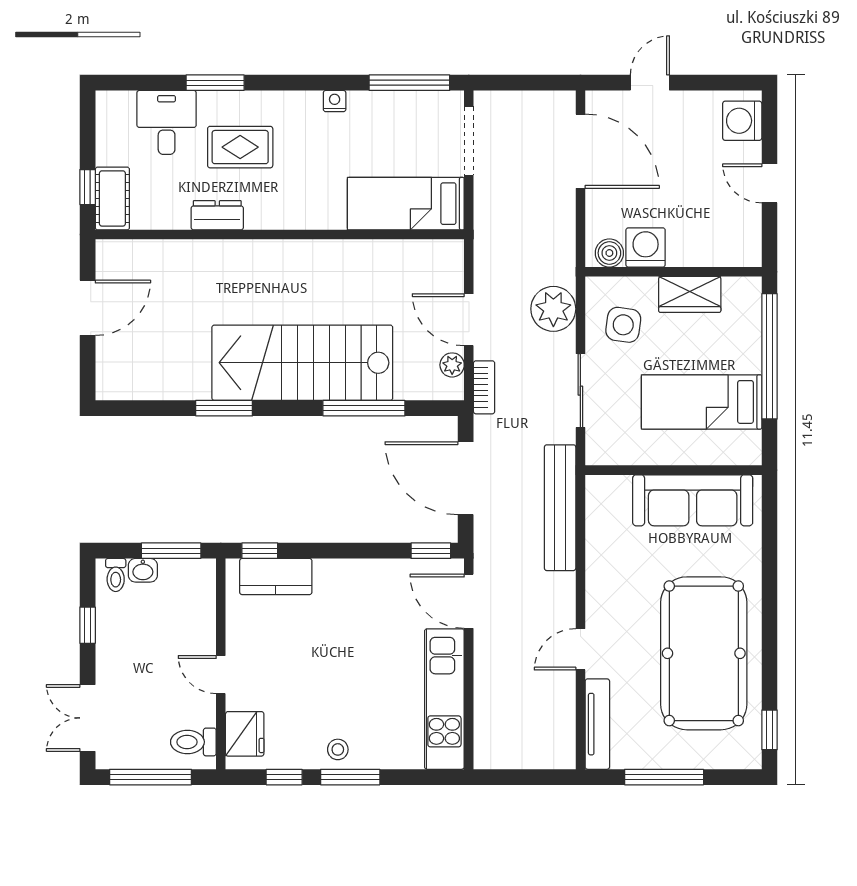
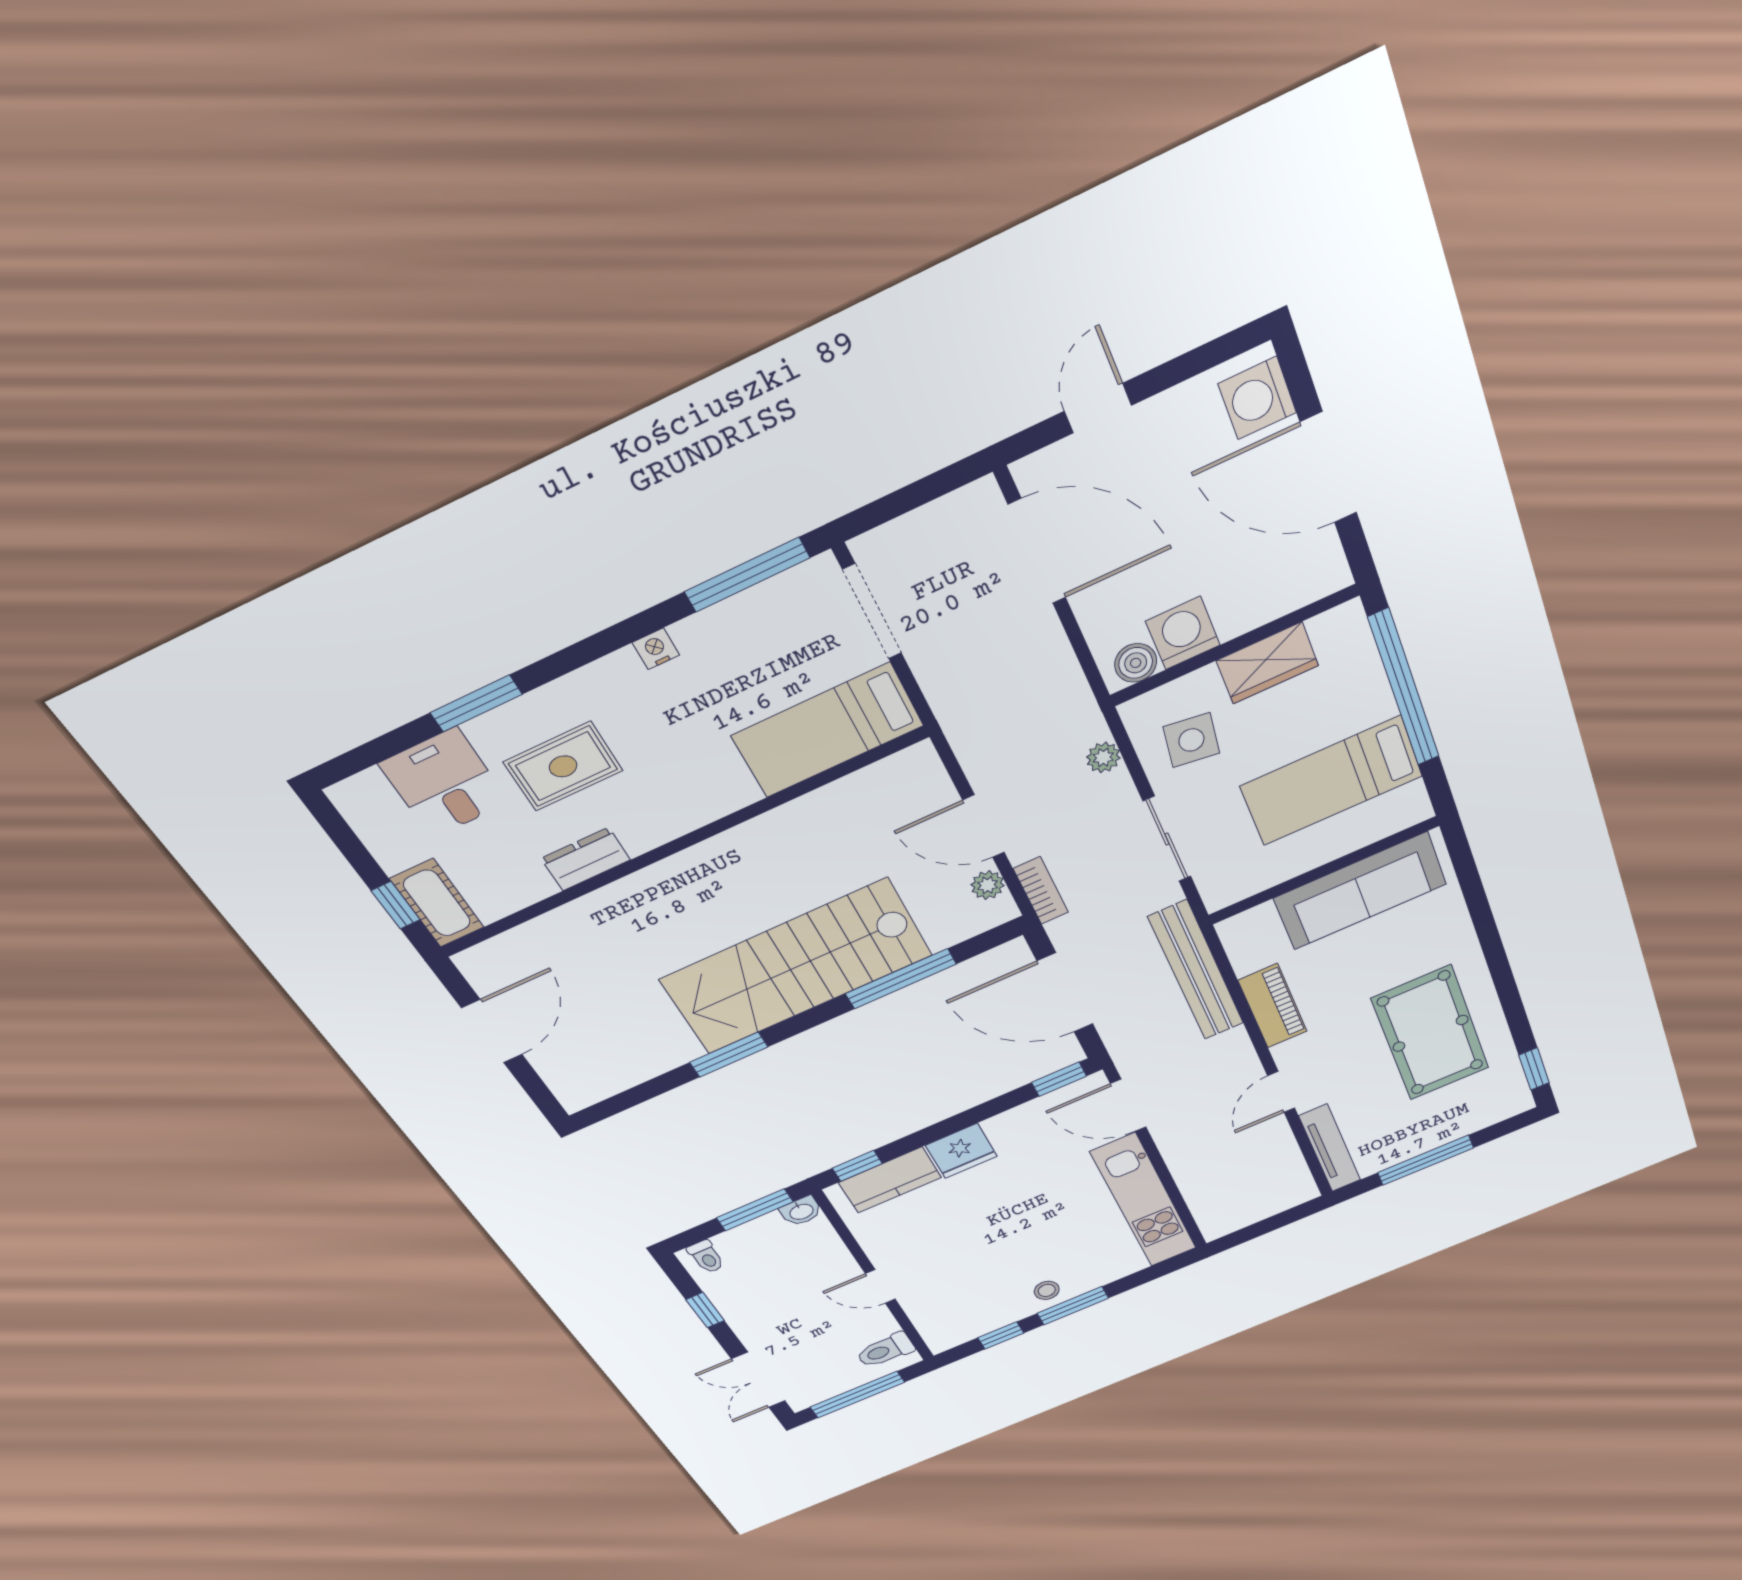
door: (769, 183) -> (1329, 468), width x1.88
plant: (553, 309) -> (1103, 757), width x0.53, depth x0.53
piano: (601, 567) -> (1273, 1006), added
washbasin: (143, 570) -> (801, 1211), moved
pool table: (704, 653) -> (1430, 1033), width x0.73, depth x0.76
fridge: (245, 734) -> (961, 1151), moved, turned 90

